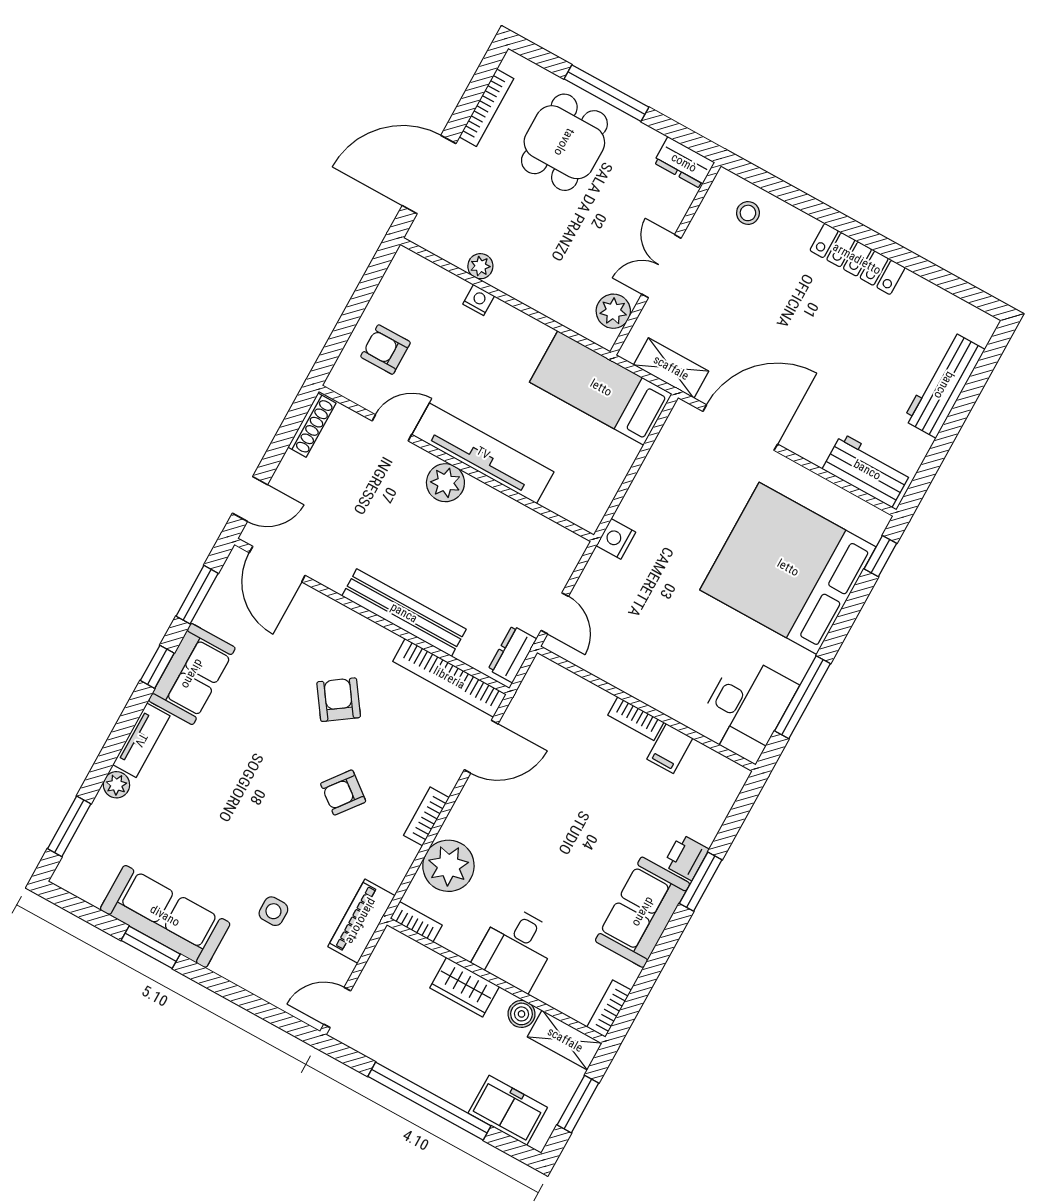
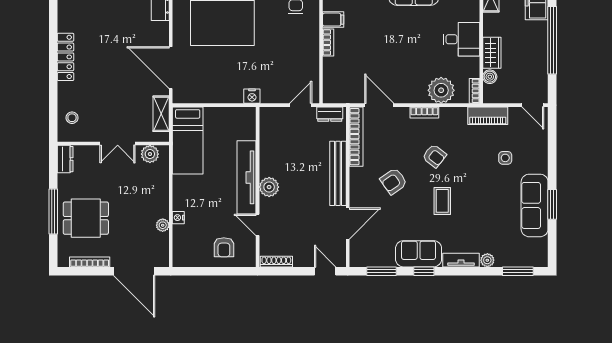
door: (277, 564) -> (348, 223), moved
coffee table: (259, 764) -> (442, 201), added
boiler: (522, 1014) -> (490, 77), moved

